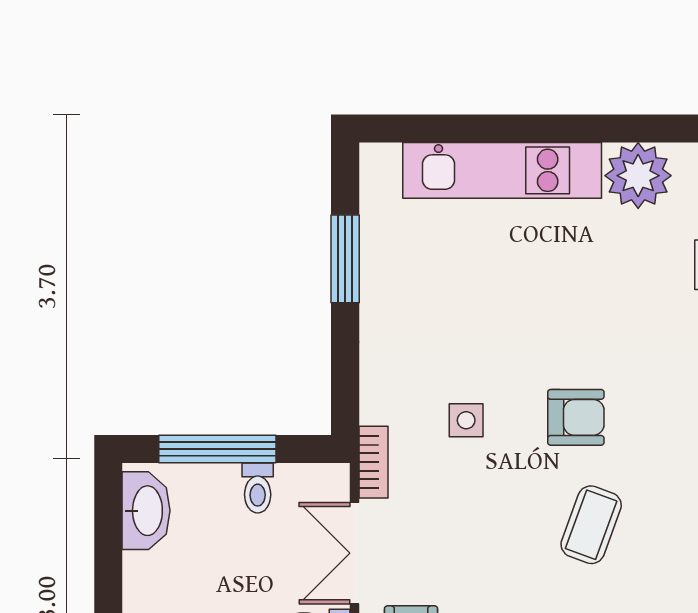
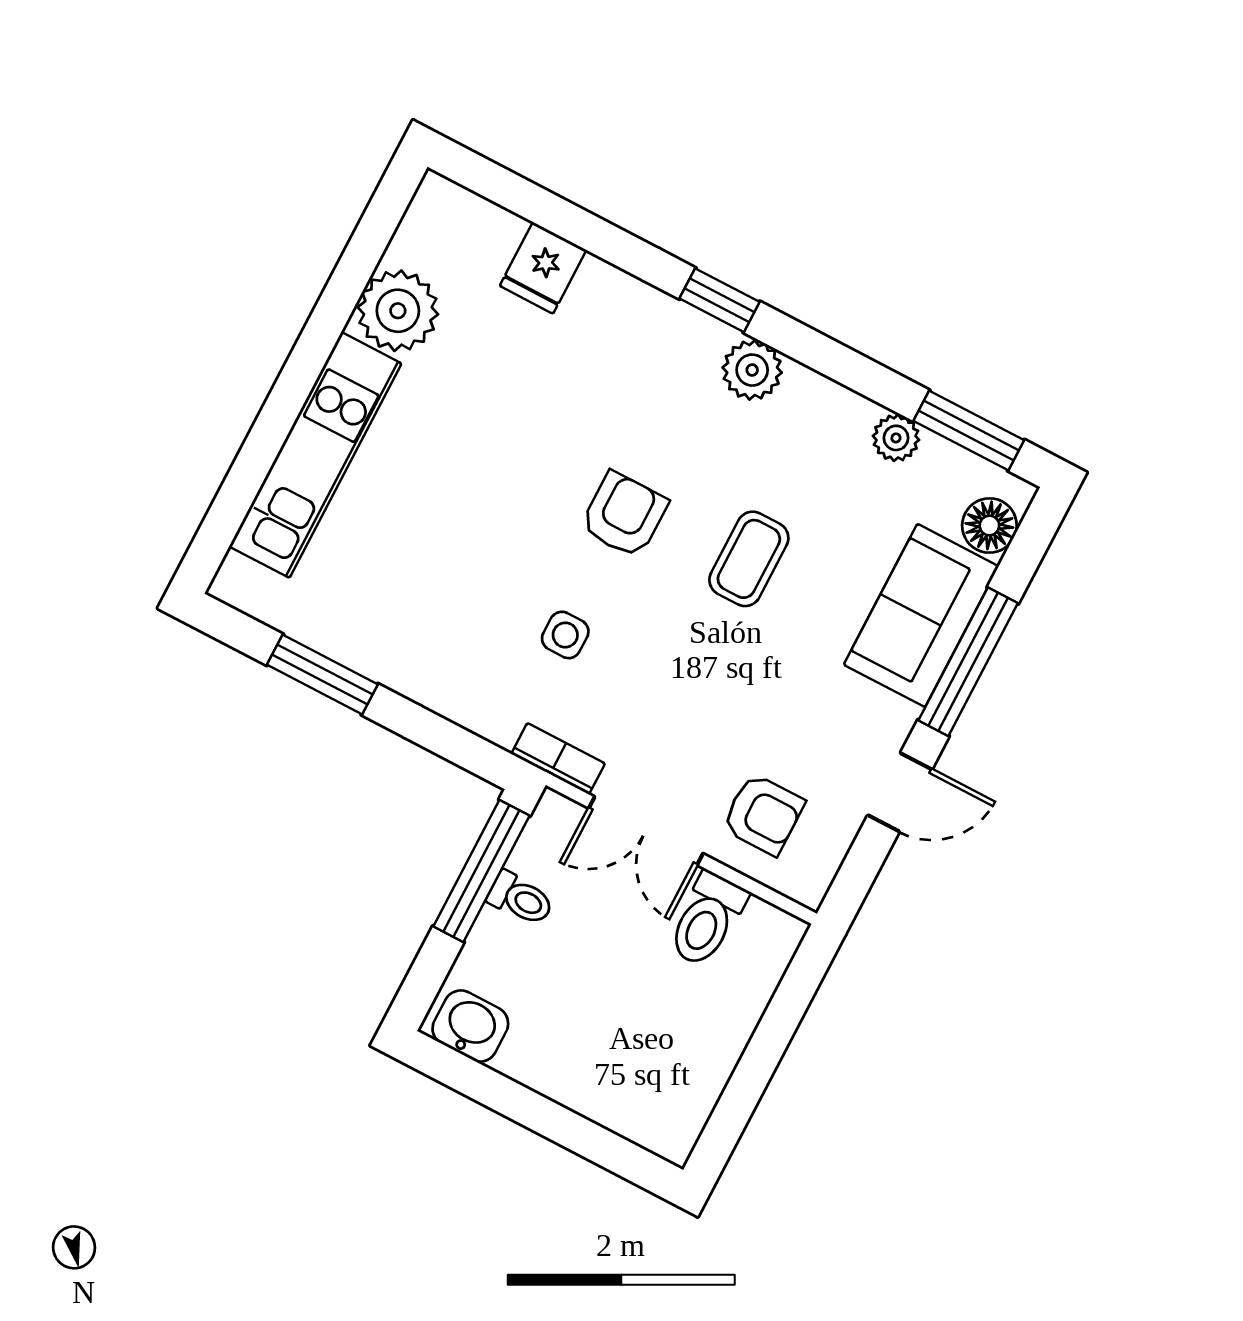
window: (217, 449) -> (481, 871), moved
washbasin: (146, 511) -> (470, 1026), width x0.72
coffee table: (591, 525) -> (749, 559), turned 70

